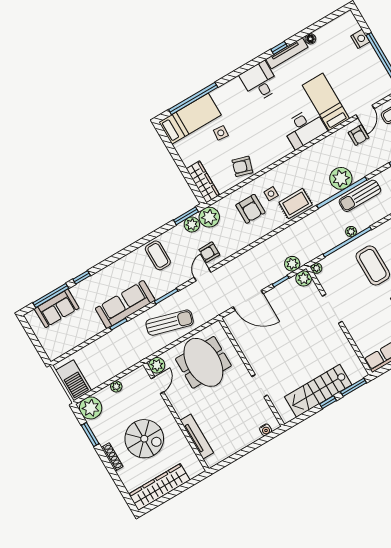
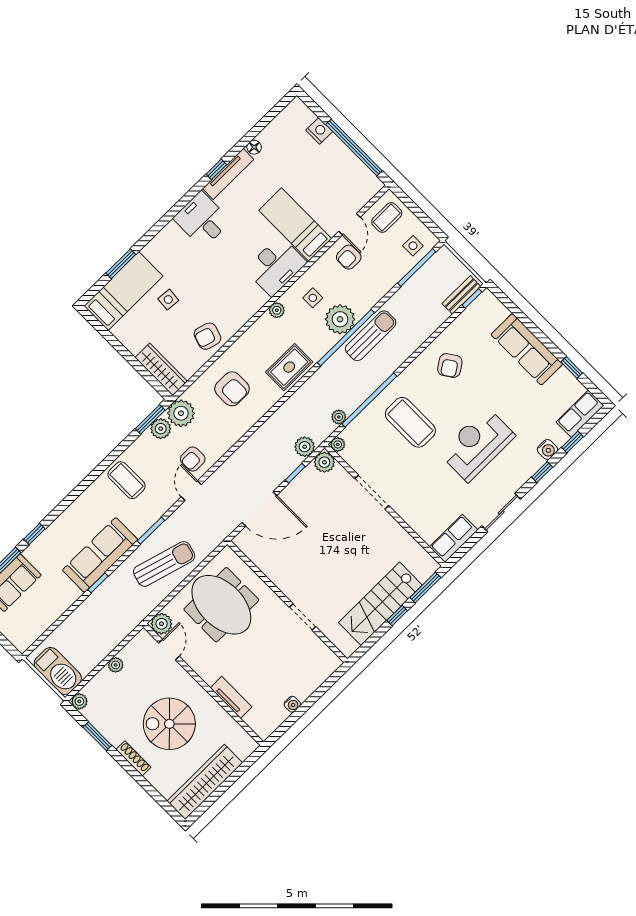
window: (193, 98) -> (121, 264), width x0.47
armchair: (359, 135) -> (349, 257), turned 90
plant: (297, 160) -> (277, 310), added
side table: (271, 194) -> (313, 298), moved
sun lounger: (360, 196) -> (371, 336), turned 180
plant: (351, 232) -> (339, 417), moved
plant: (91, 408) -> (79, 701), width x0.53, depth x0.53
water cooler: (266, 430) -> (292, 704), moved
tv unit: (197, 437) -> (231, 697), width x0.71
spiral stairs: (144, 439) -> (169, 724), turned 180

